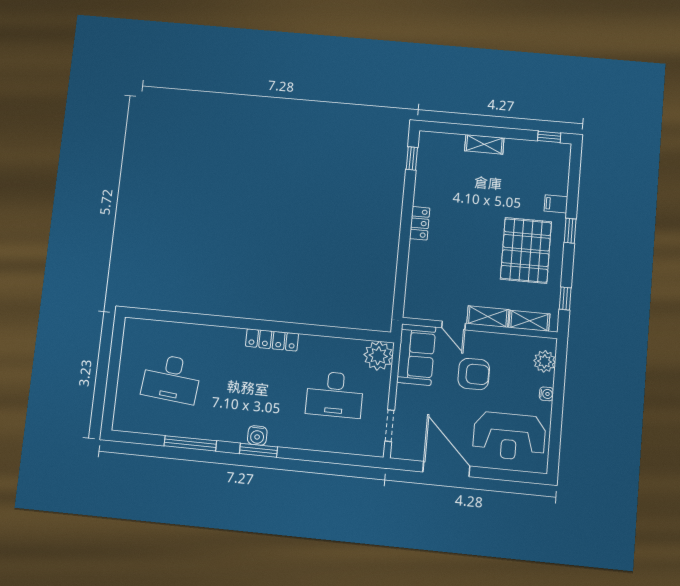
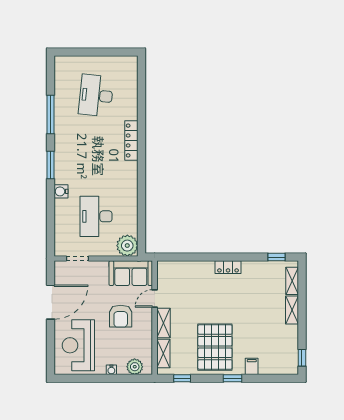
shelving: (445, 141) -> (292, 281), added
pallet: (526, 250) -> (215, 347), turned 90
locker: (272, 340) -> (131, 140), moved
water cooler: (257, 435) -> (61, 191), moved

